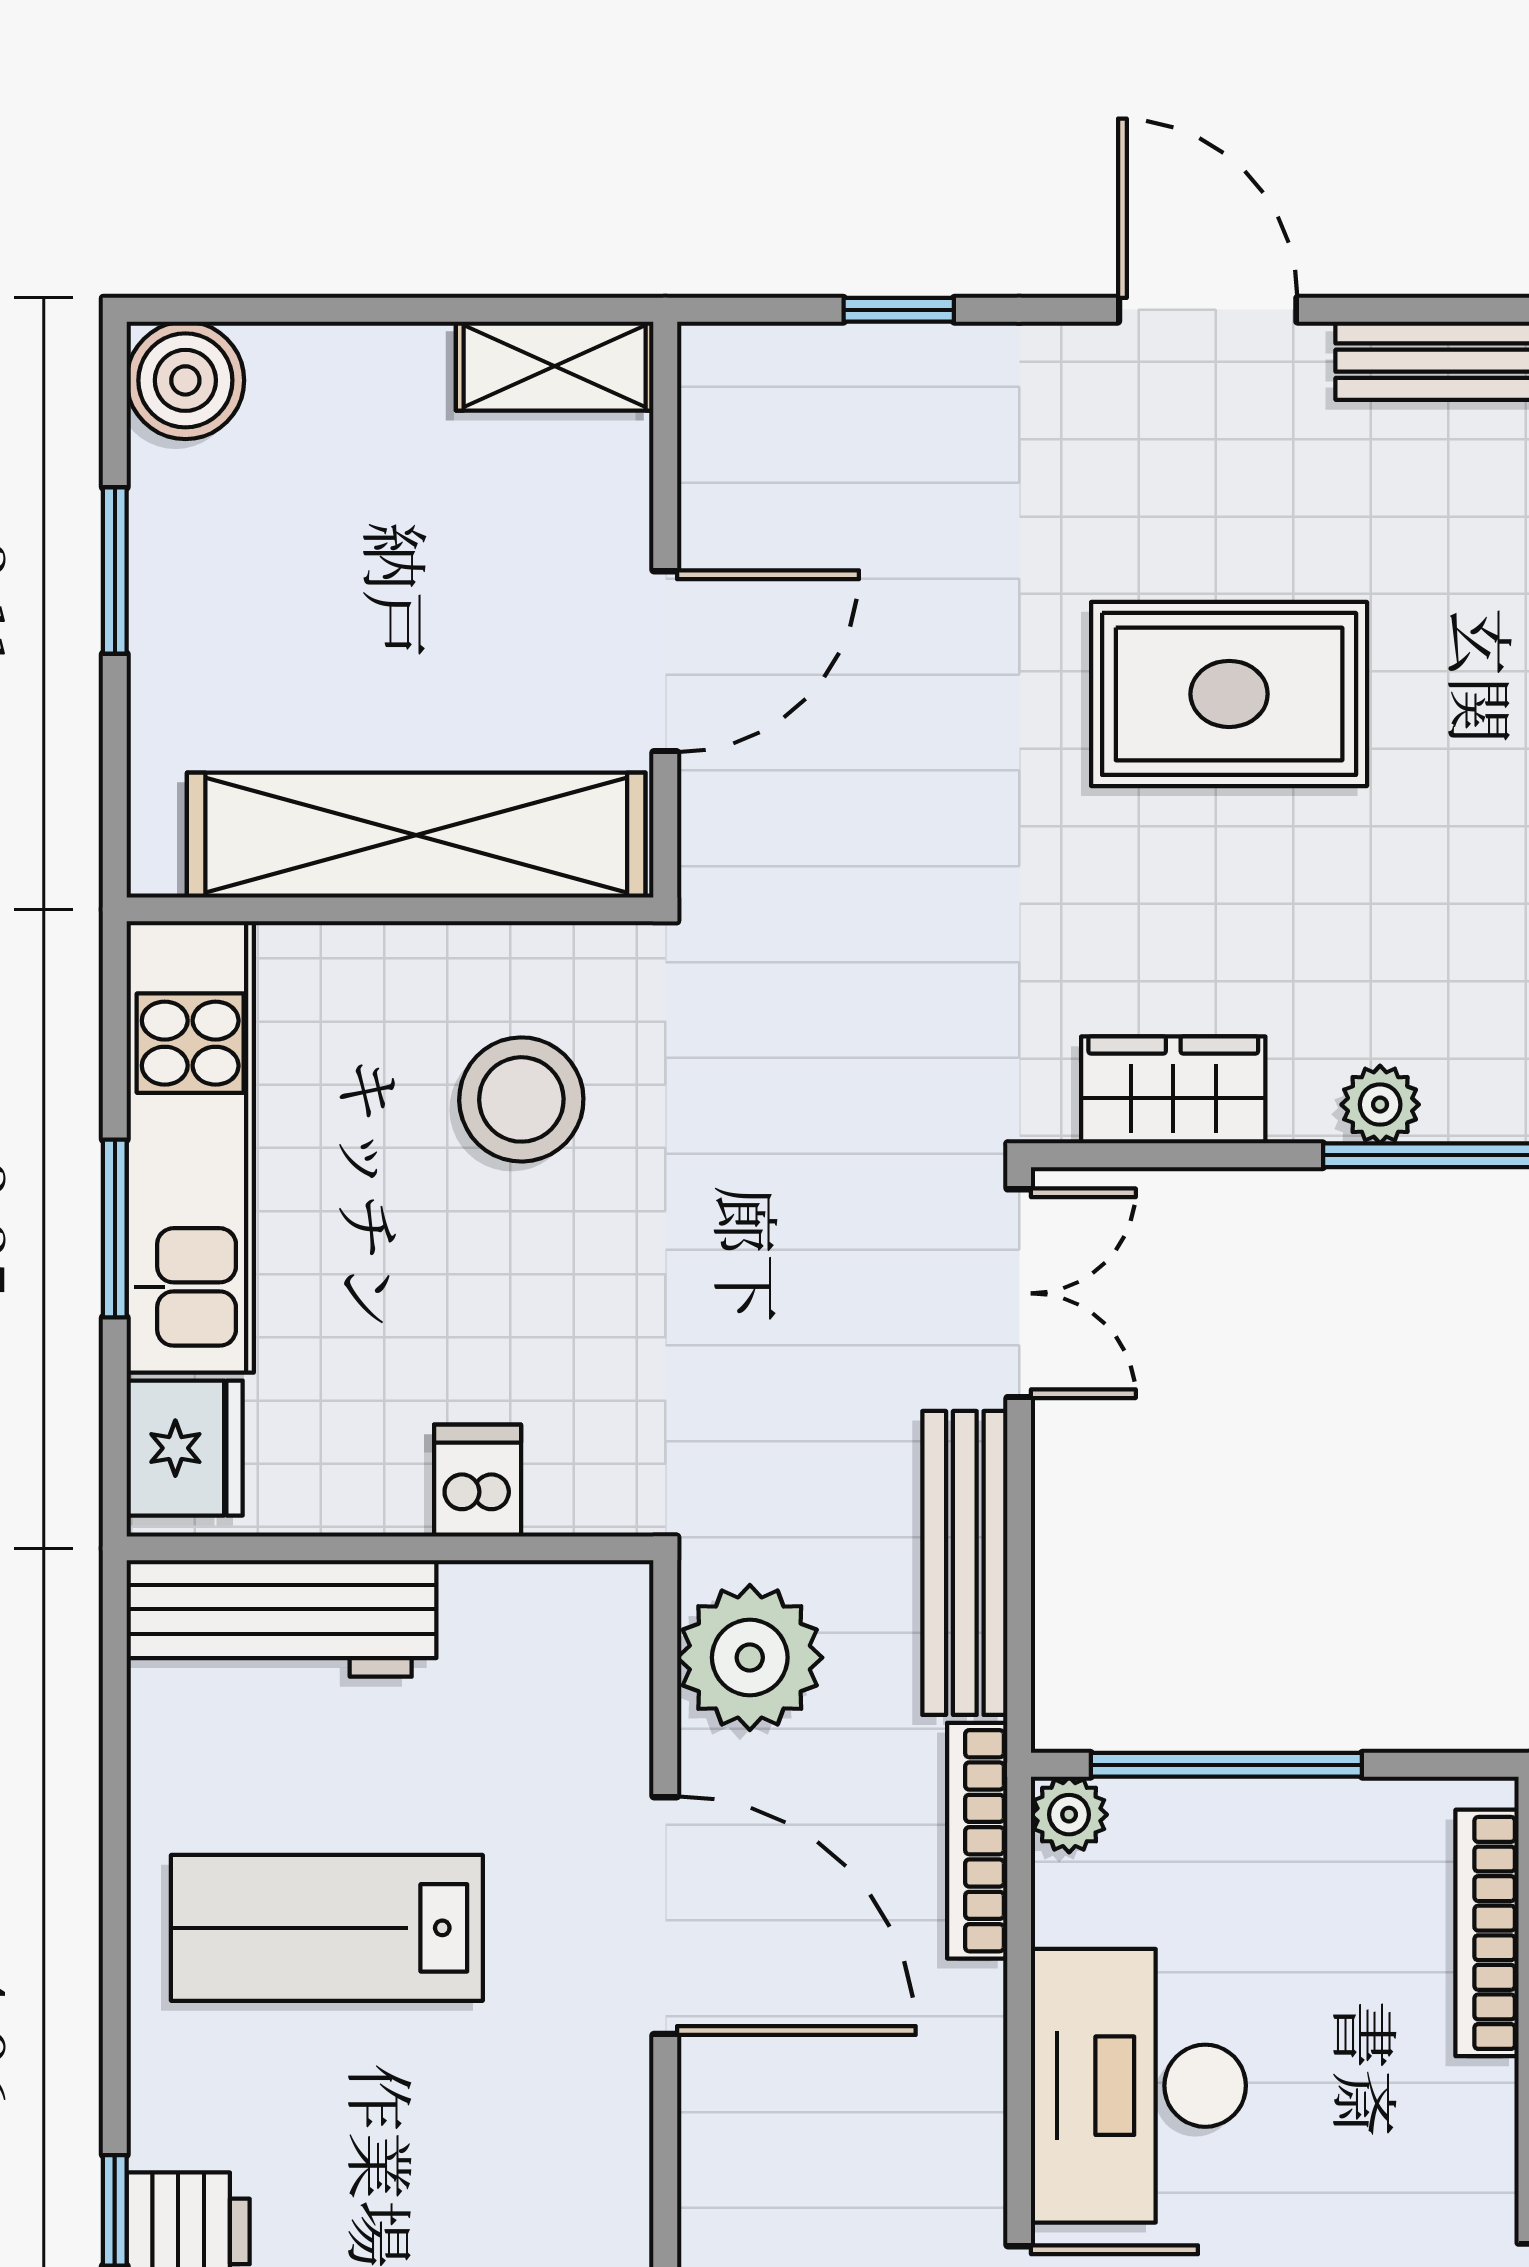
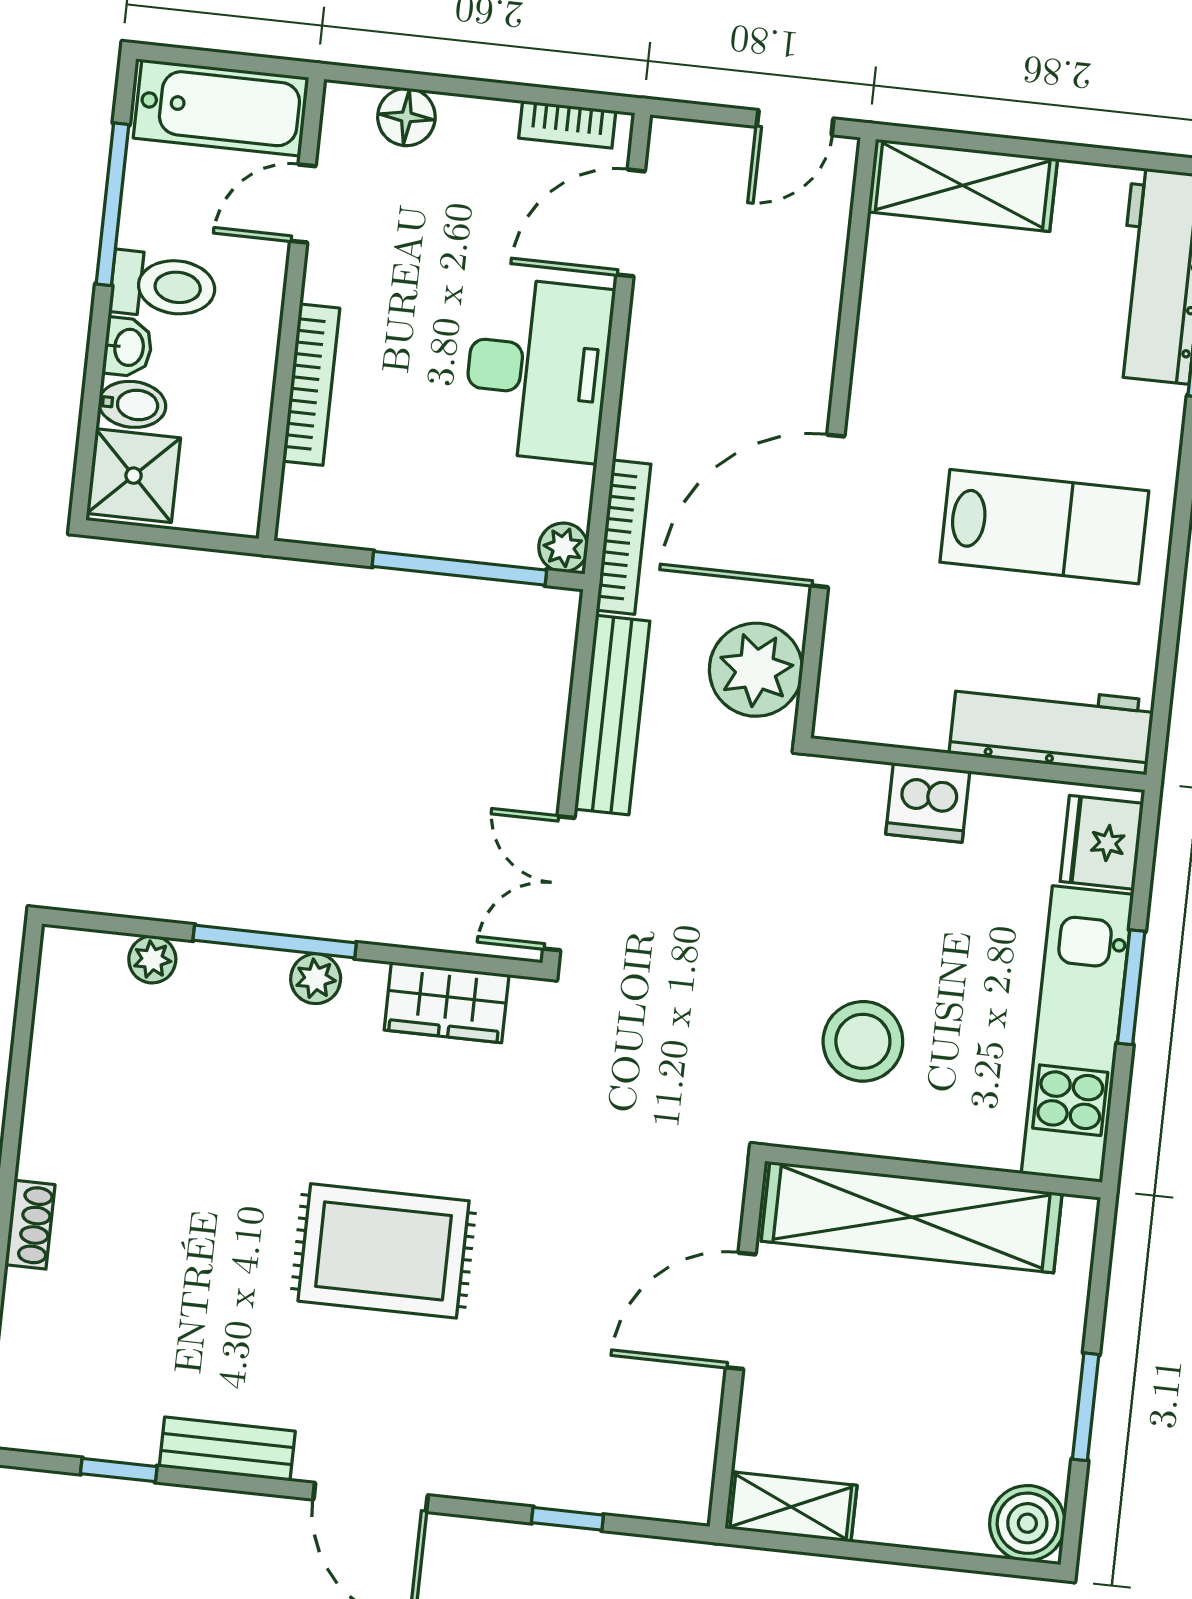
dishwasher: (478, 1481) -> (928, 802), width x1.38
door: (665, 1916) -> (828, 511), hinge flipped
bookcase: (1487, 1933) -> (311, 385), moved

